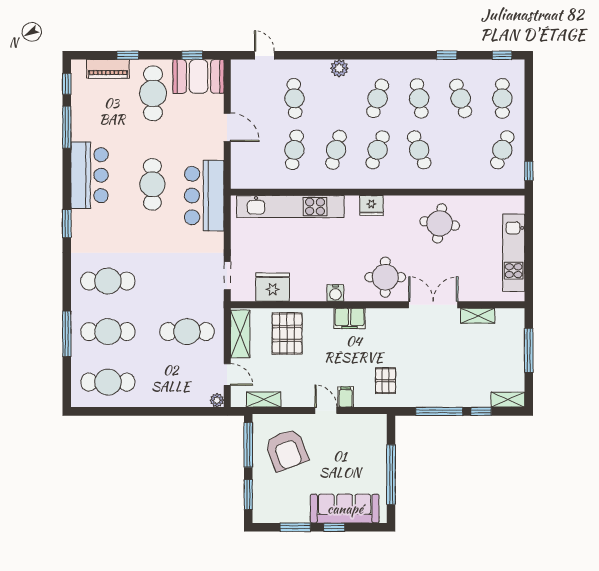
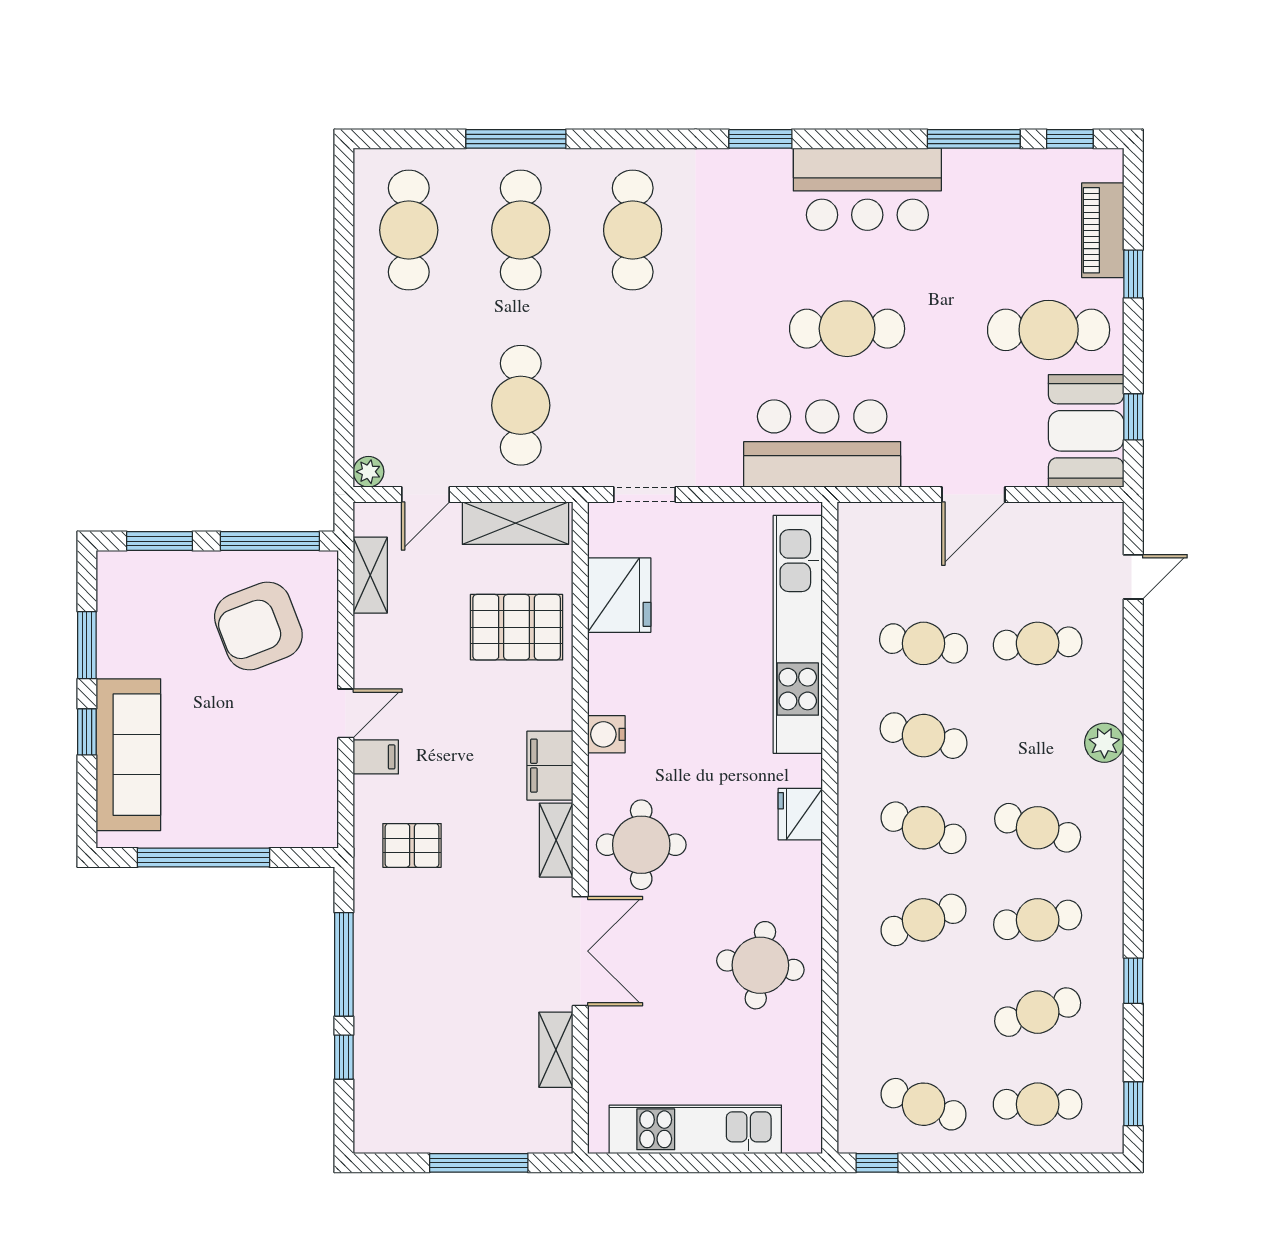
shelving: (508, 400) -> (556, 840), moved

